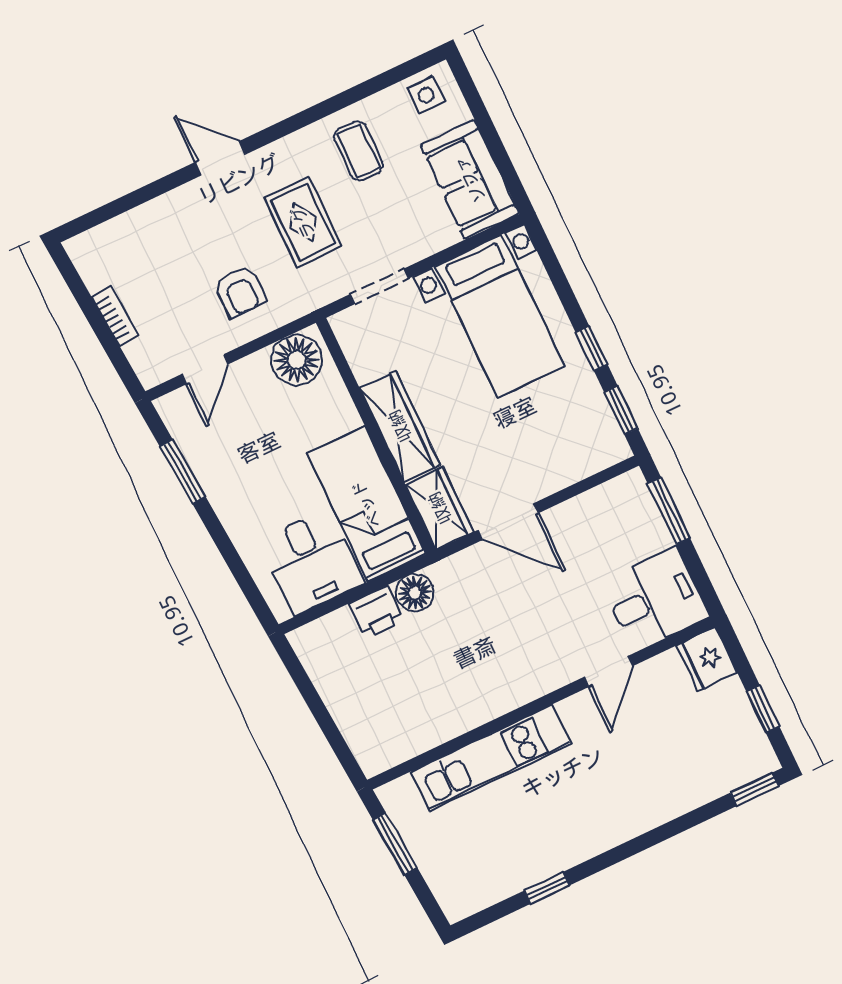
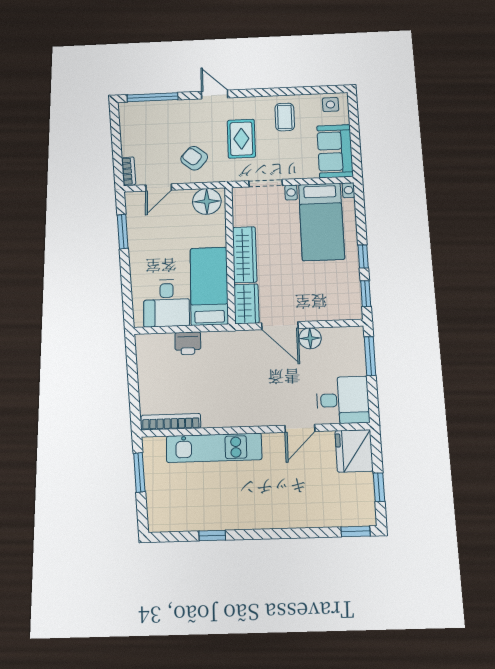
window: (116, 208) -> (153, 97), added
armchair: (240, 291) -> (194, 158), turned 130
bookcase: (115, 316) -> (129, 171), moved
floor lamp: (415, 593) -> (310, 338), moved
fridge: (707, 659) -> (354, 451), width x1.36, depth x1.34
bookcase: (407, 747) -> (171, 422), added

